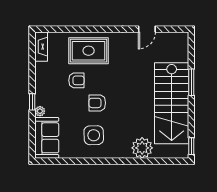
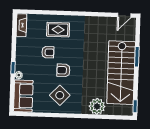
door: (147, 29) -> (124, 15), moved
rug: (89, 51) -> (58, 30), width x0.73, depth x0.70
side table: (94, 135) -> (60, 95), turned 45

